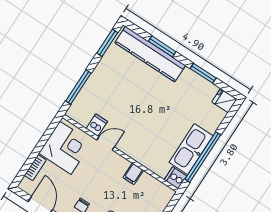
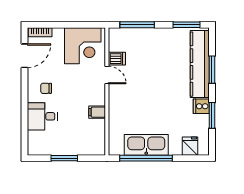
fridge: (224, 101) -> (190, 146), moved
bookcase: (35, 168) -> (40, 32), moved
cooker: (176, 178) -> (201, 106), moved, turned -90

